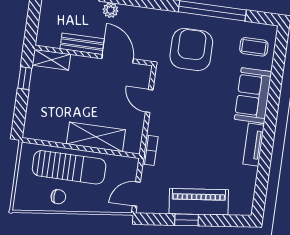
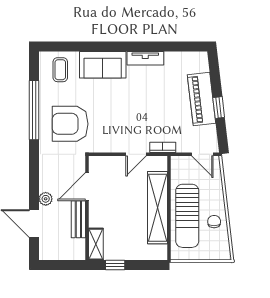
door: (149, 101) -> (136, 154), moved
shelving: (96, 137) -> (158, 208), width x1.47
sun lounger: (69, 167) -> (187, 216), turned 180

